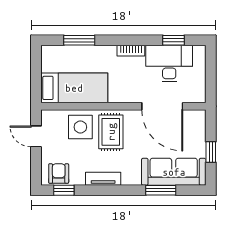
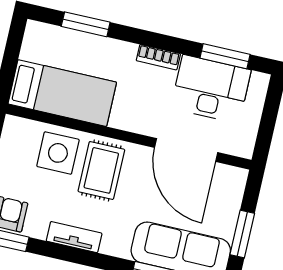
window: (173, 40) -> (225, 56), width x1.50
window: (211, 152) -> (242, 234), width x1.50

